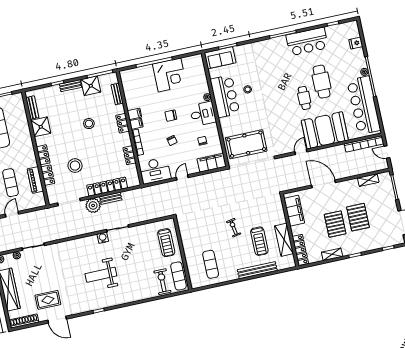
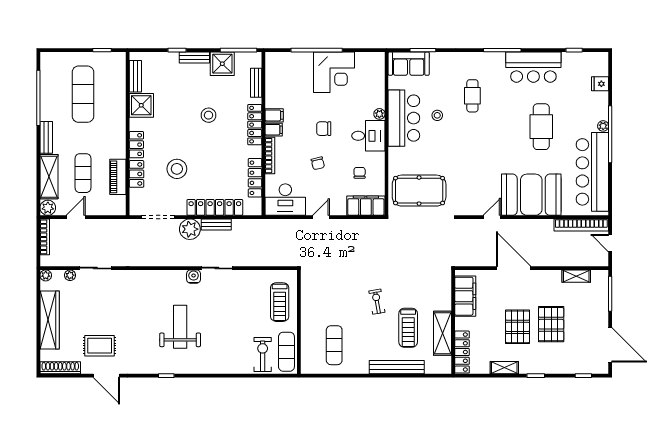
cafe table: (304, 98) -> (472, 96), moved
locker: (122, 123) -> (255, 125), width x1.53
locker: (130, 155) -> (255, 178), width x1.53
weight bench: (101, 275) -> (180, 327), turned 90

